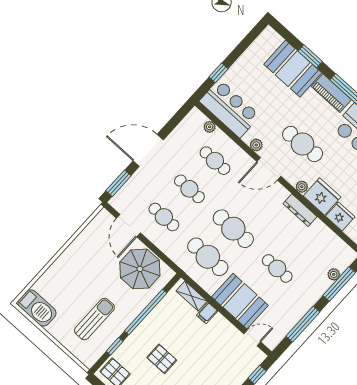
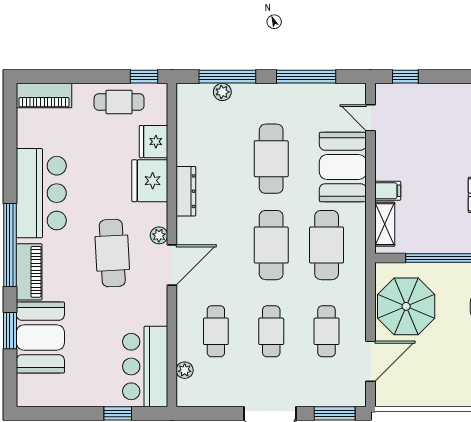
plant: (256, 145) -> (159, 302), removed
door: (269, 169) -> (172, 265), hinge flipped
plant: (302, 187) -> (159, 235), moved
cafe table: (277, 268) -> (271, 159), width x1.37, depth x1.35

